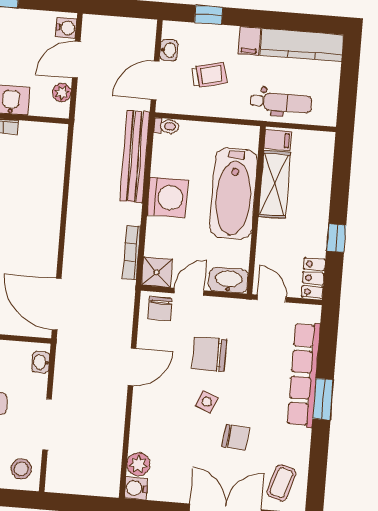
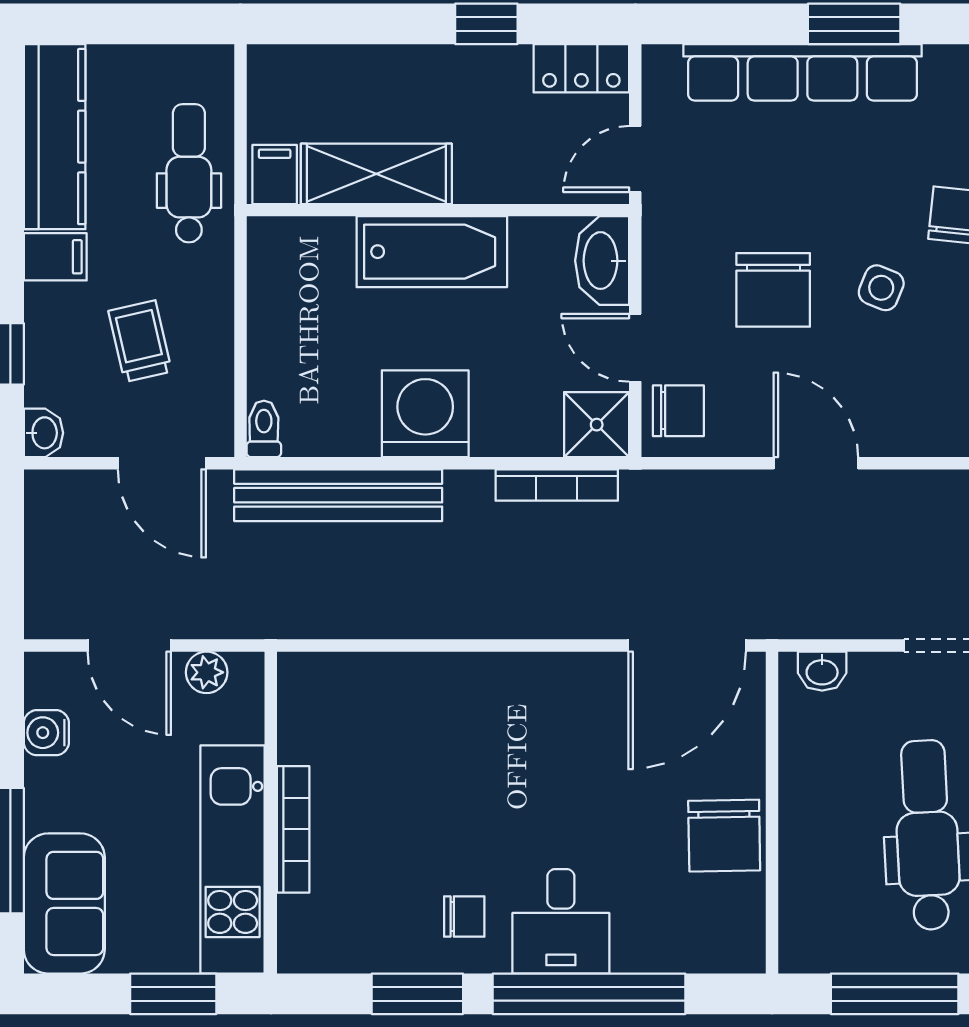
water cooler: (66, 28) -> (46, 733), moved, turned -90
washbasin: (169, 50) -> (43, 433), moved, turned 90
bathtub: (234, 194) -> (432, 252), width x0.73, depth x0.73

